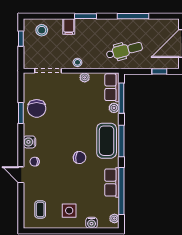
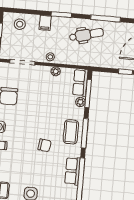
dental chair: (124, 51) -> (86, 35), moved
coffee table: (107, 141) -> (71, 132), width x0.73, depth x0.76

